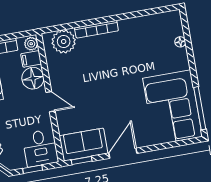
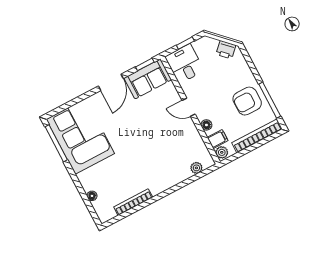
bookcase: (96, 29) -> (133, 202), moved
plant: (64, 42) -> (196, 168), width x0.53, depth x0.53
floor lamp: (33, 78) -> (206, 125), width x0.53, depth x0.53

